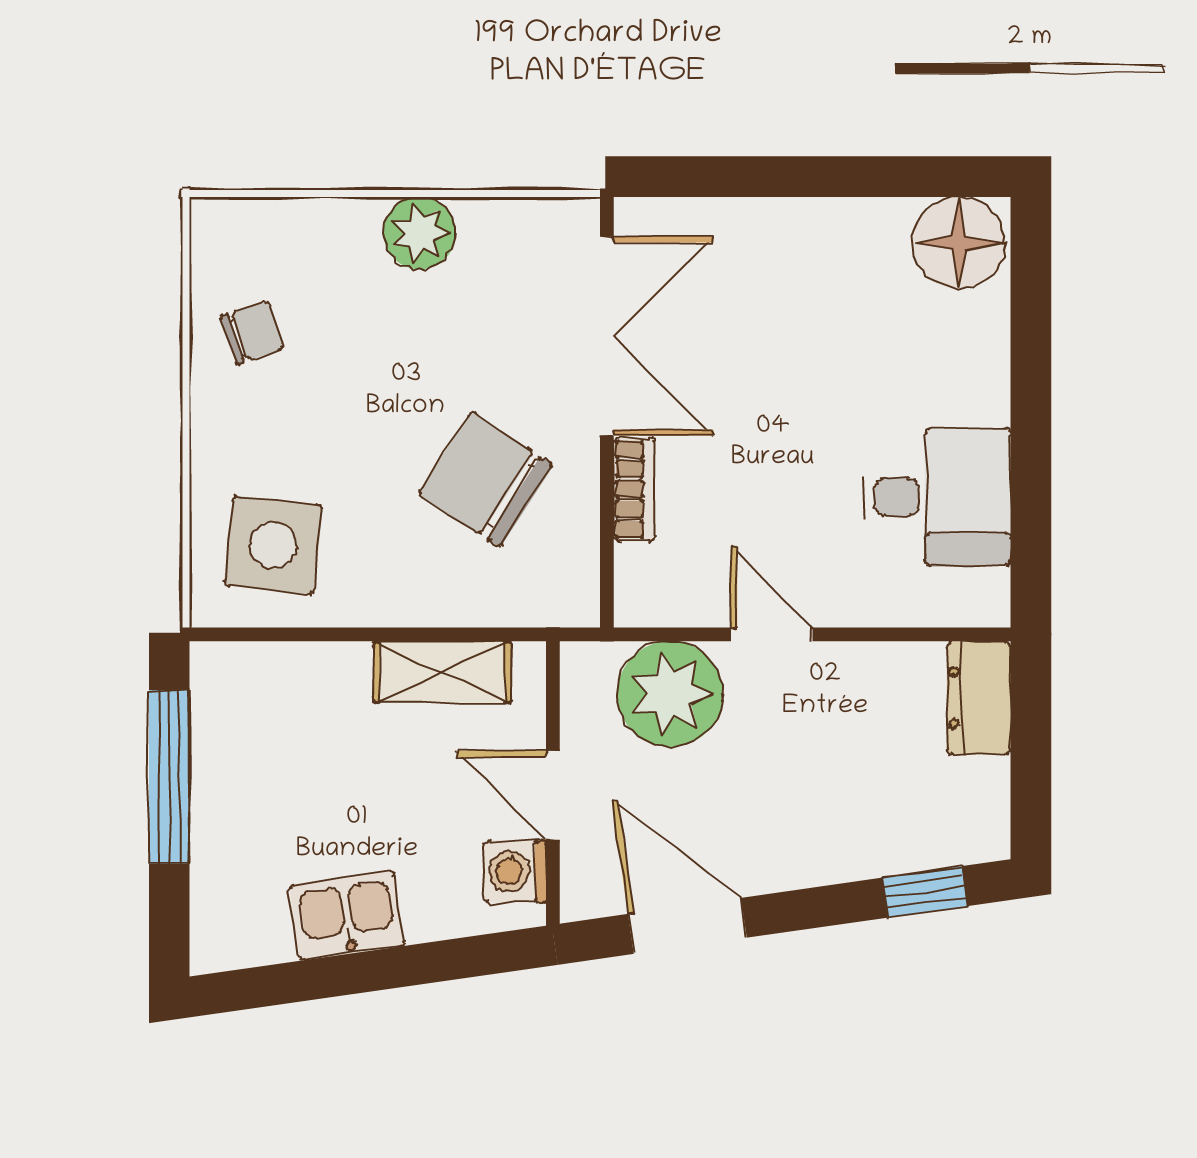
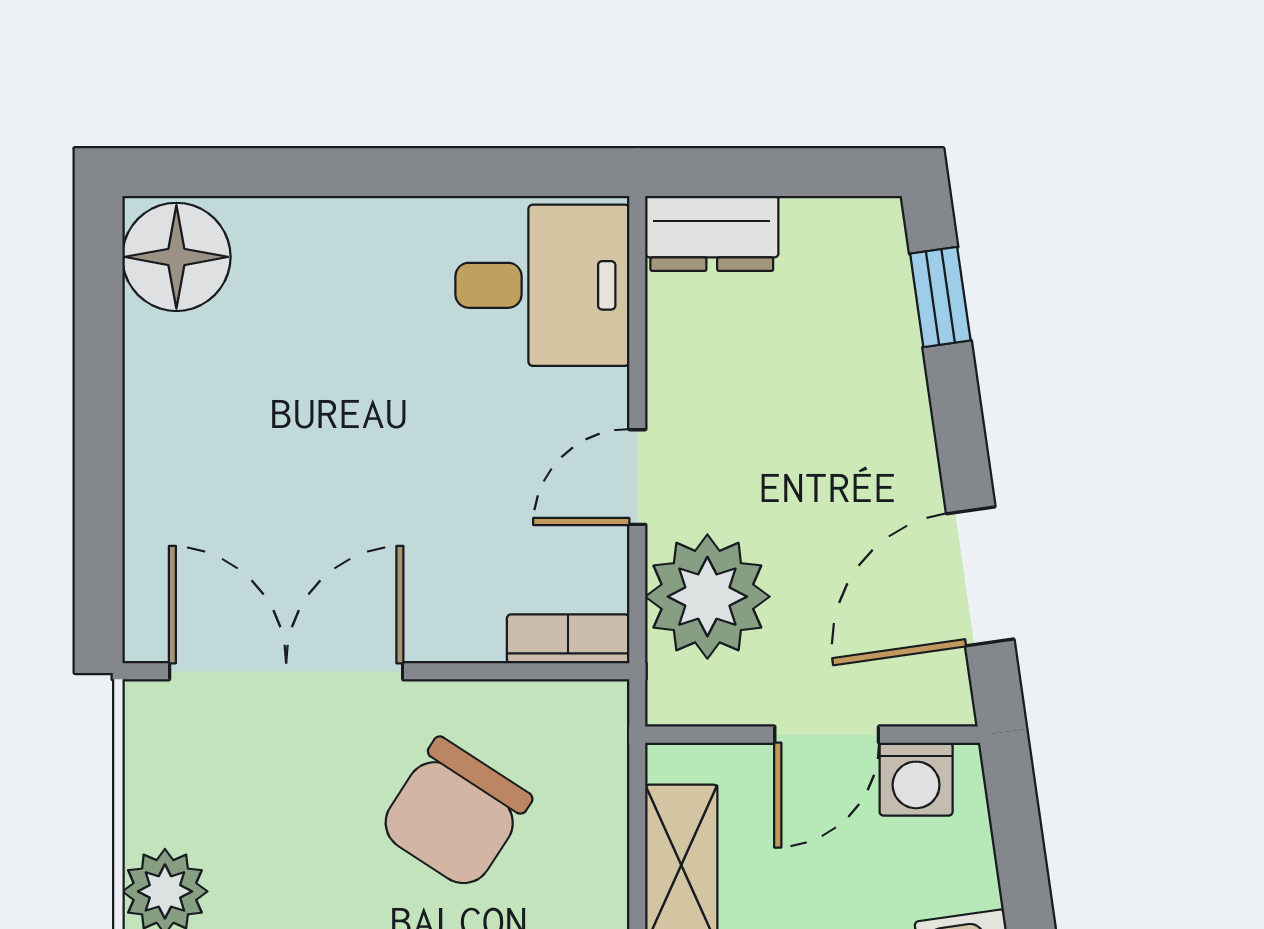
bookcase: (634, 489) -> (568, 639), moved
desk: (937, 497) -> (542, 285), moved, turned 90

